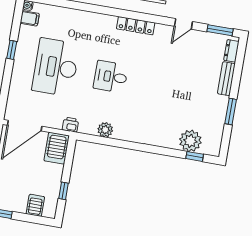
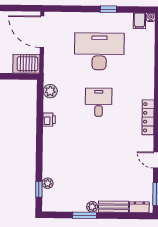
plant: (223, 102) -> (92, 207), added
printer: (70, 125) -> (49, 120), moved
plant: (105, 130) -> (50, 91), moved
plant: (190, 141) -> (48, 183), width x0.53, depth x0.53

